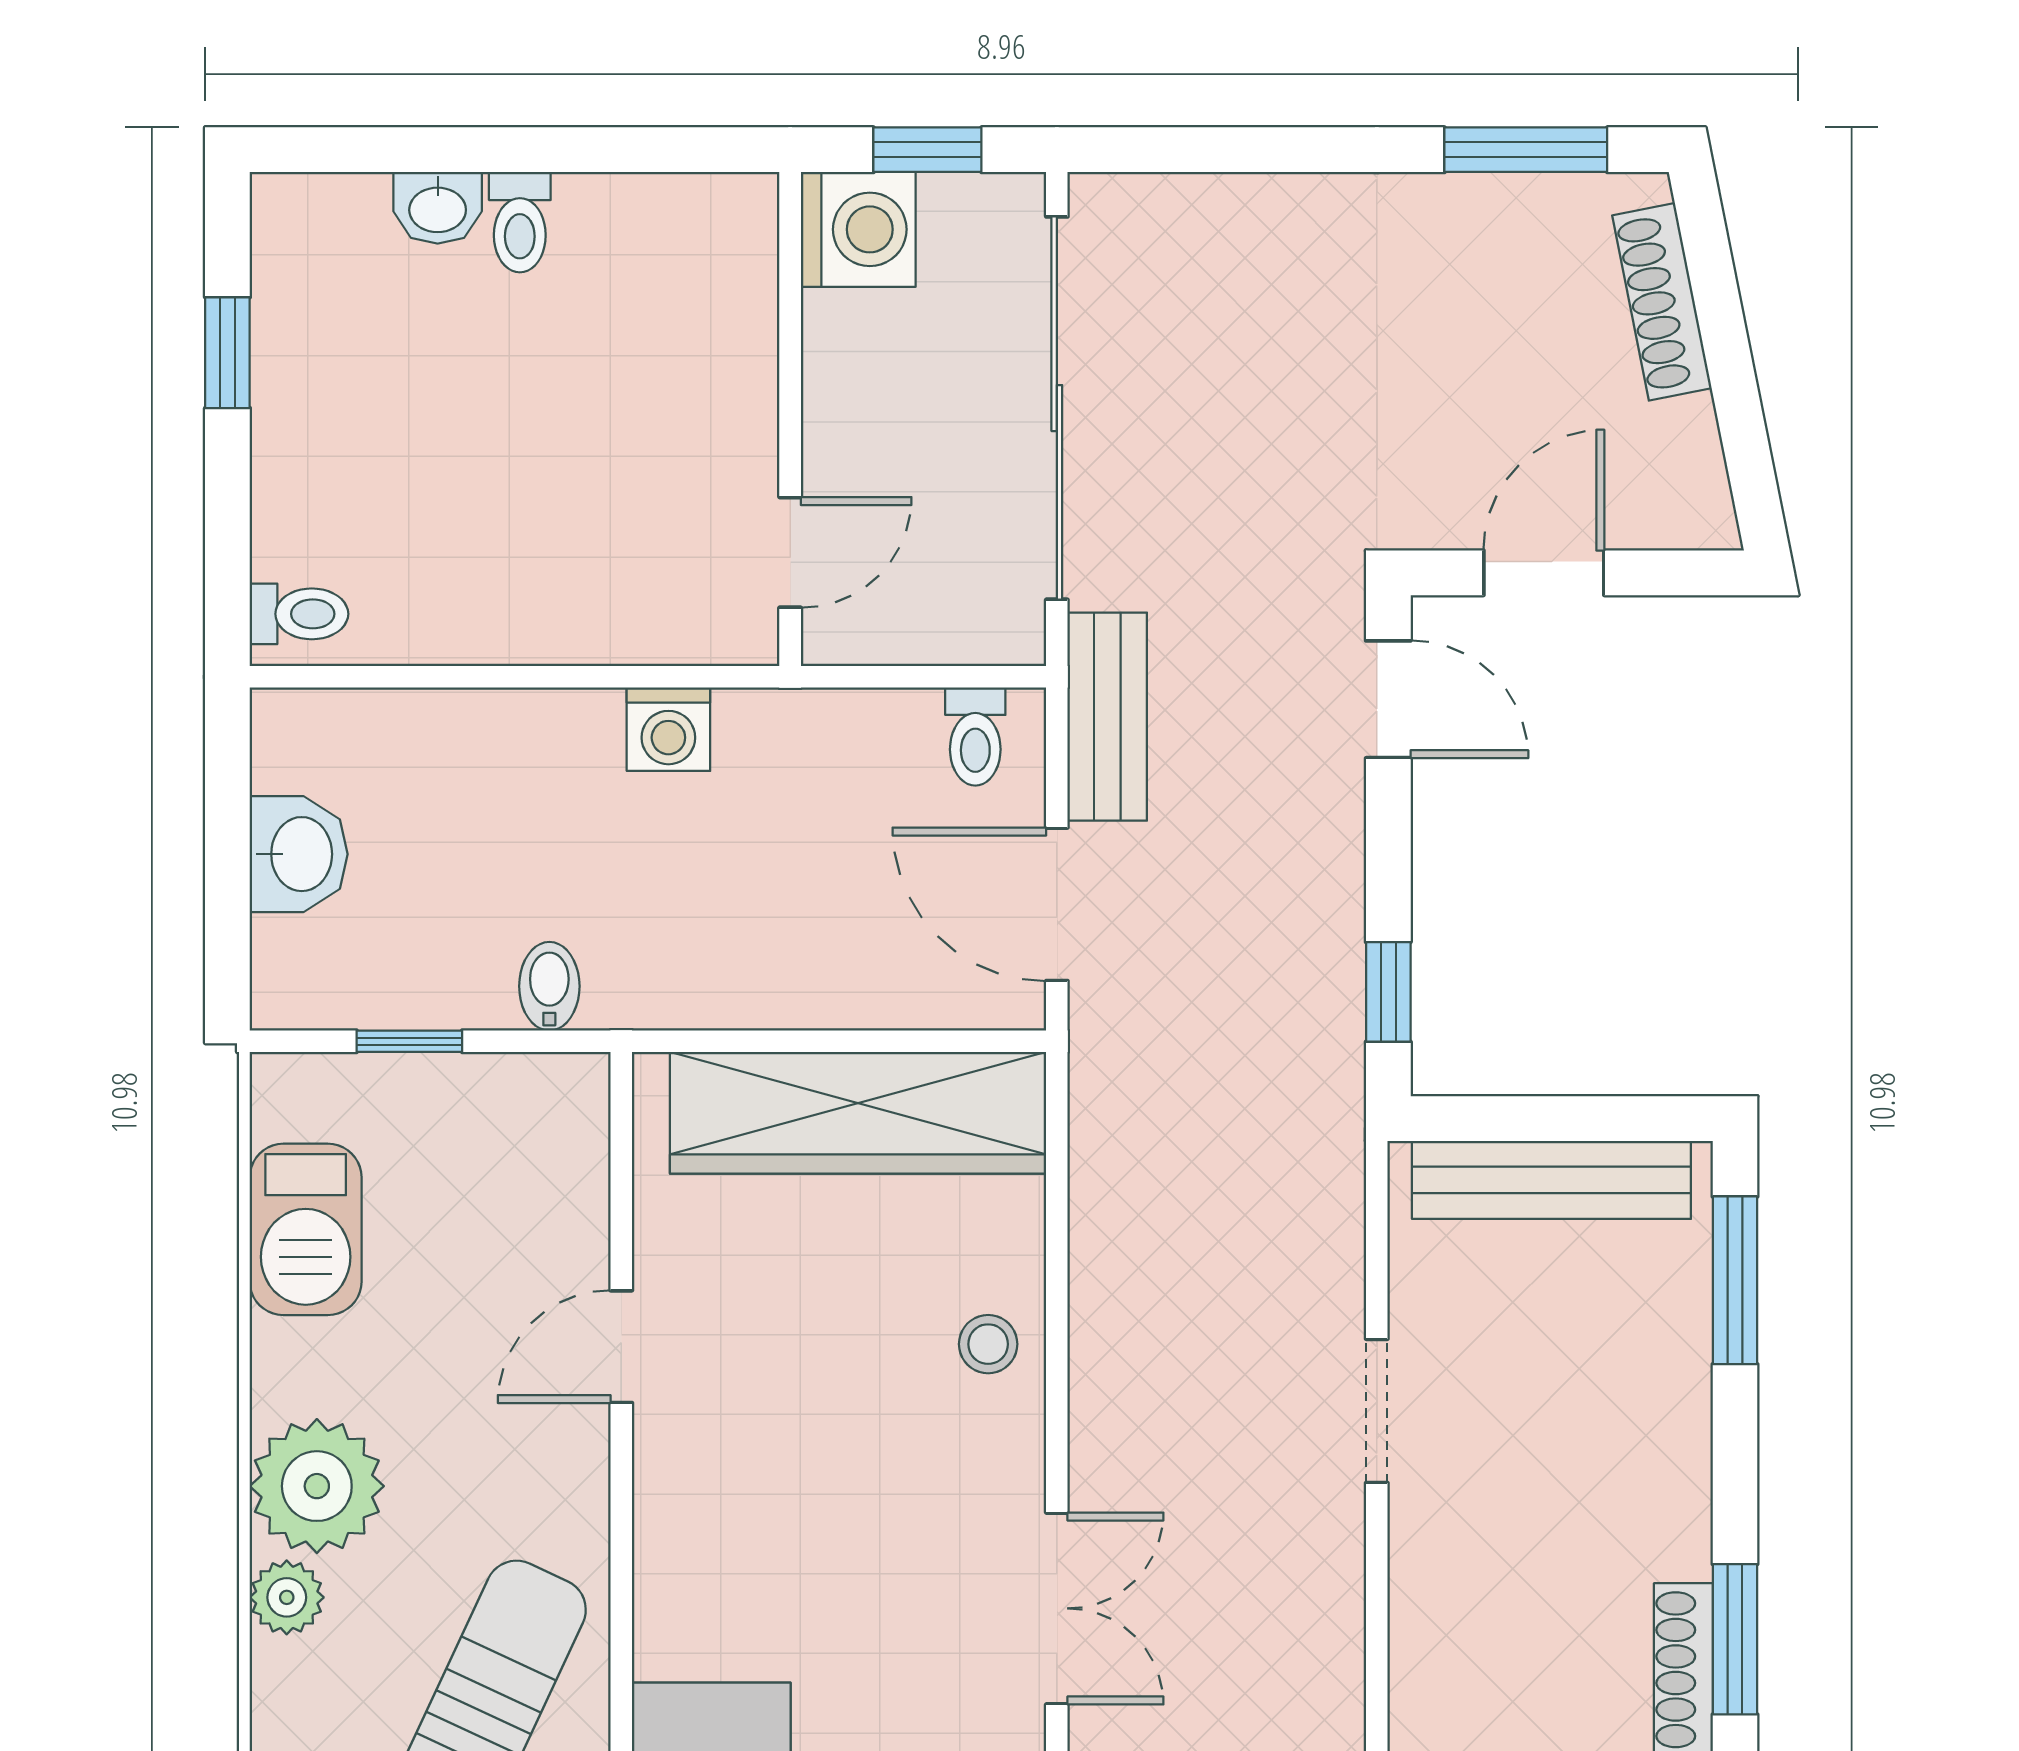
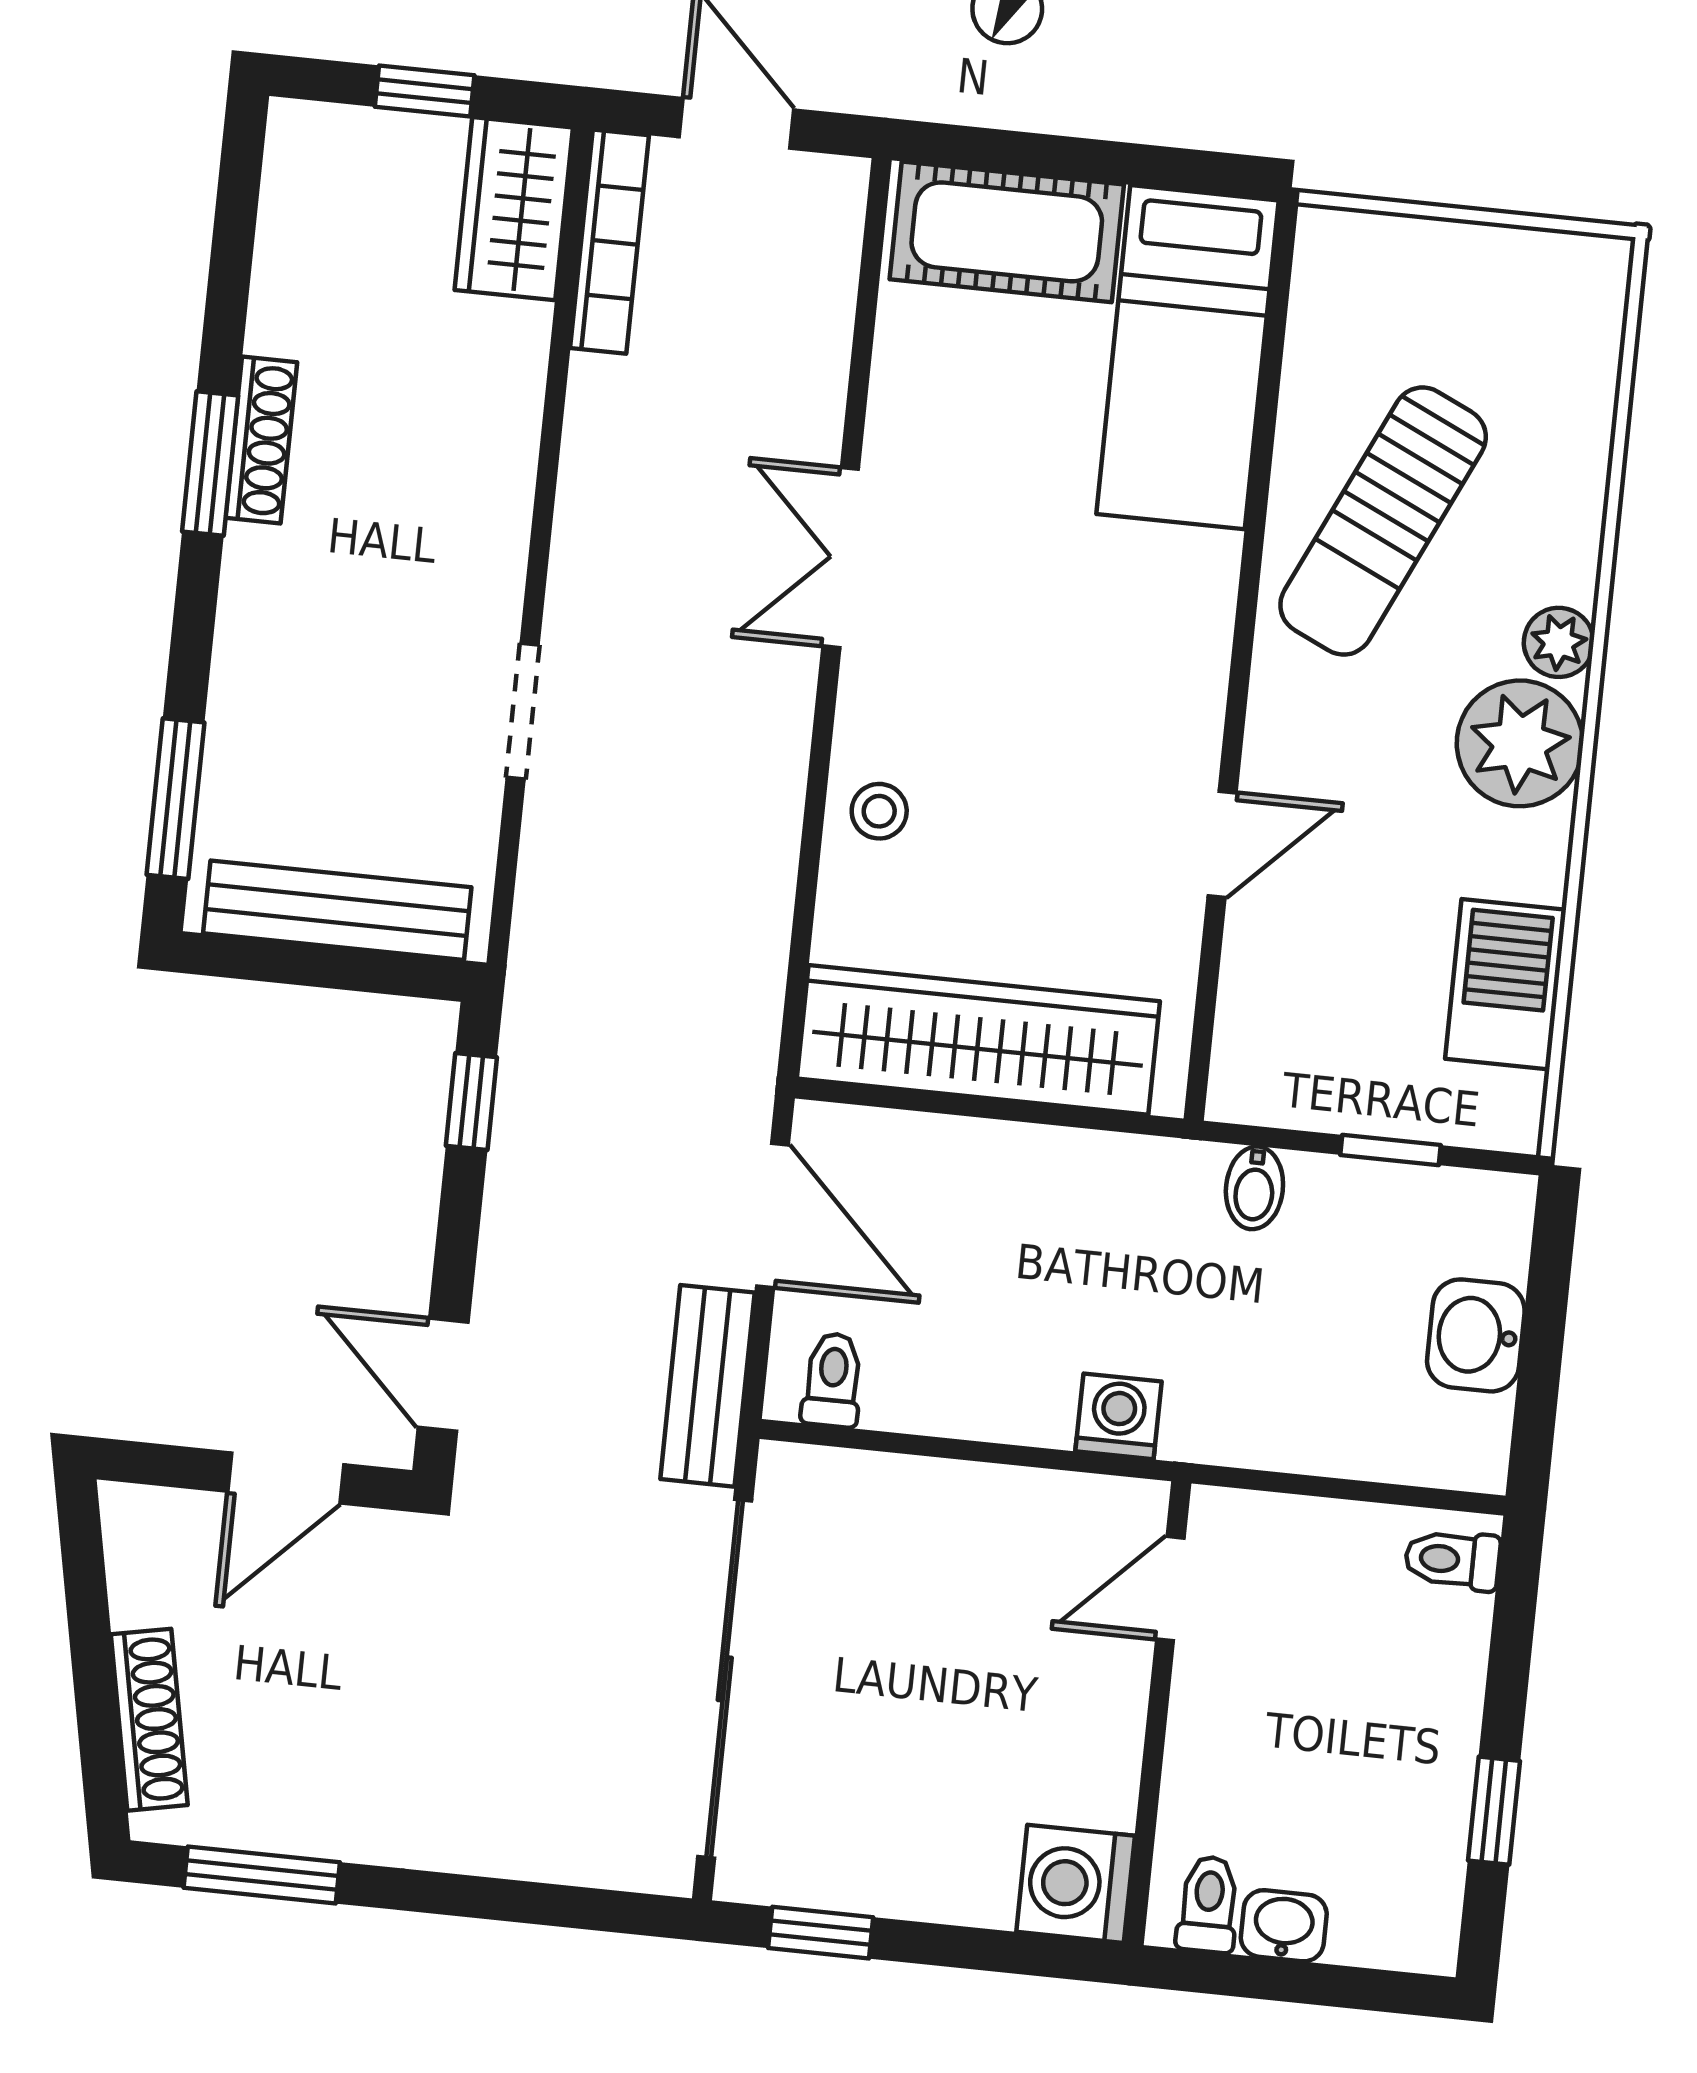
washing machine: (858, 229) -> (1076, 1884), moved
wall: (790, 419) -> (1157, 1713), moved
door: (790, 552) -> (1170, 1589), moved

